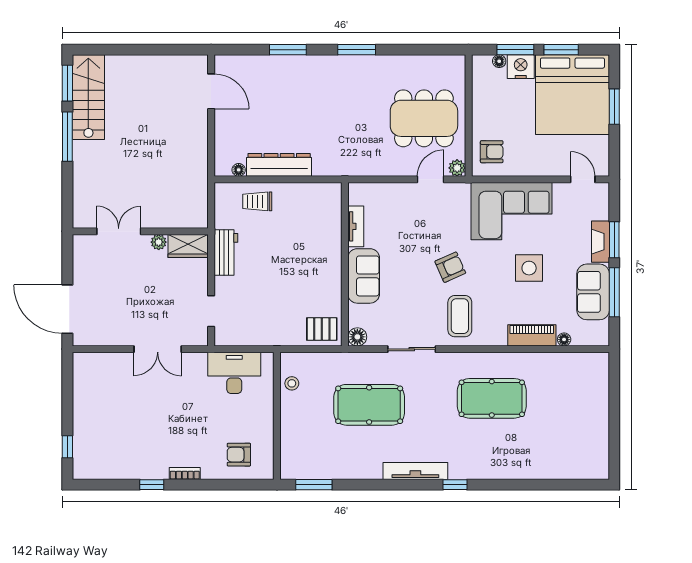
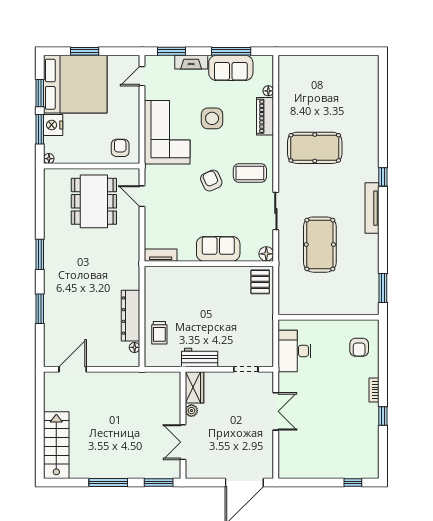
floor lamp: (499, 61) -> (49, 159), moved
window: (67, 83) -> (159, 483), moved
stairs: (88, 97) -> (56, 445), moved, turned 90
plant: (457, 168) -> (133, 175), removed
tv unit: (356, 226) -> (161, 255), moved
window: (614, 240) -> (172, 51), moved
stool: (292, 383) -> (303, 306), removed
pool table: (492, 398) -> (315, 148), turned 90

